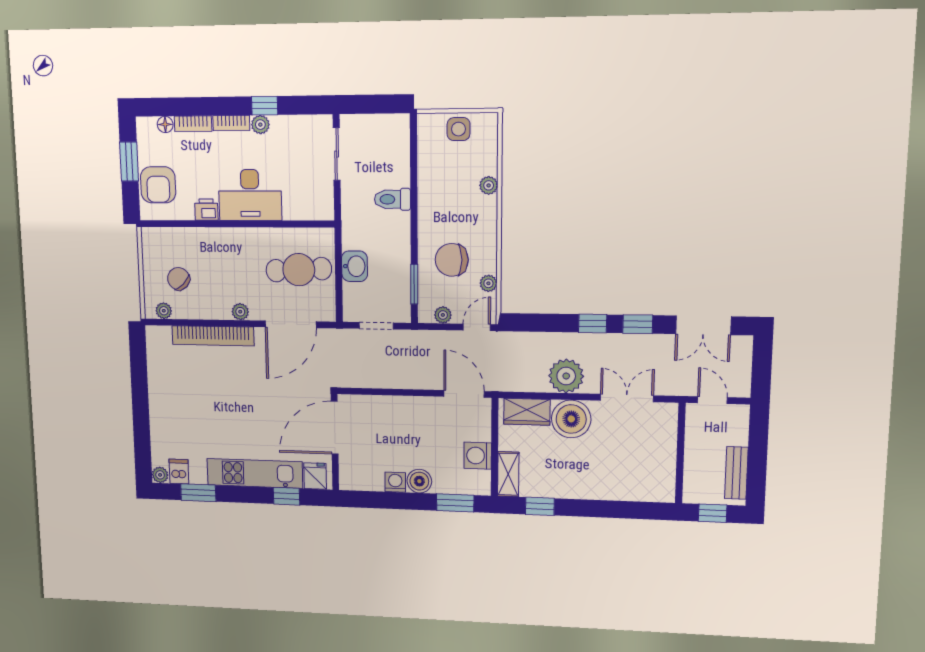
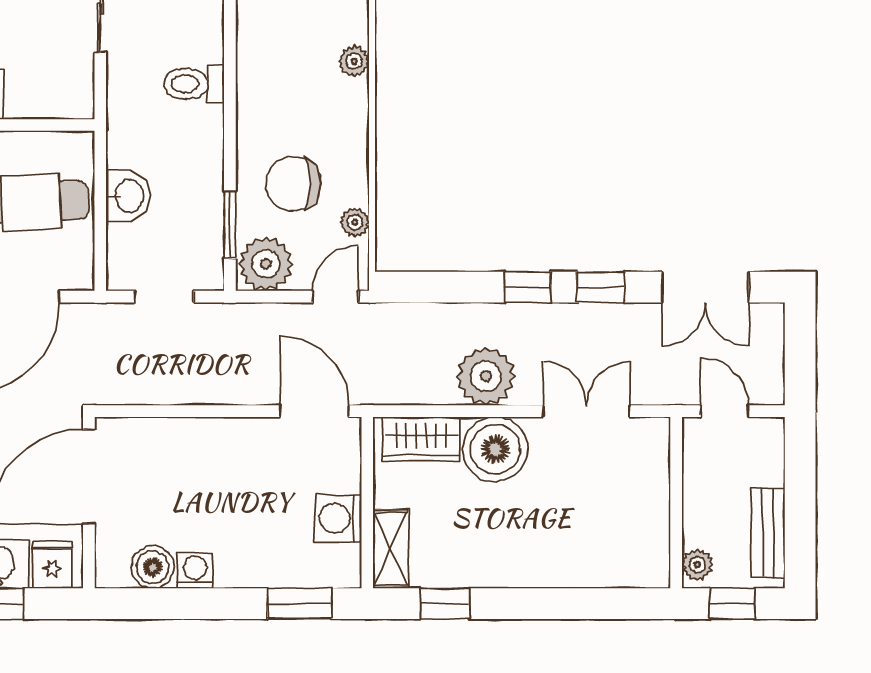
plant: (443, 315) -> (266, 264), width x1.88, depth x1.88
boiler: (419, 481) -> (153, 567), moved
plant: (692, 490) -> (697, 565), added

